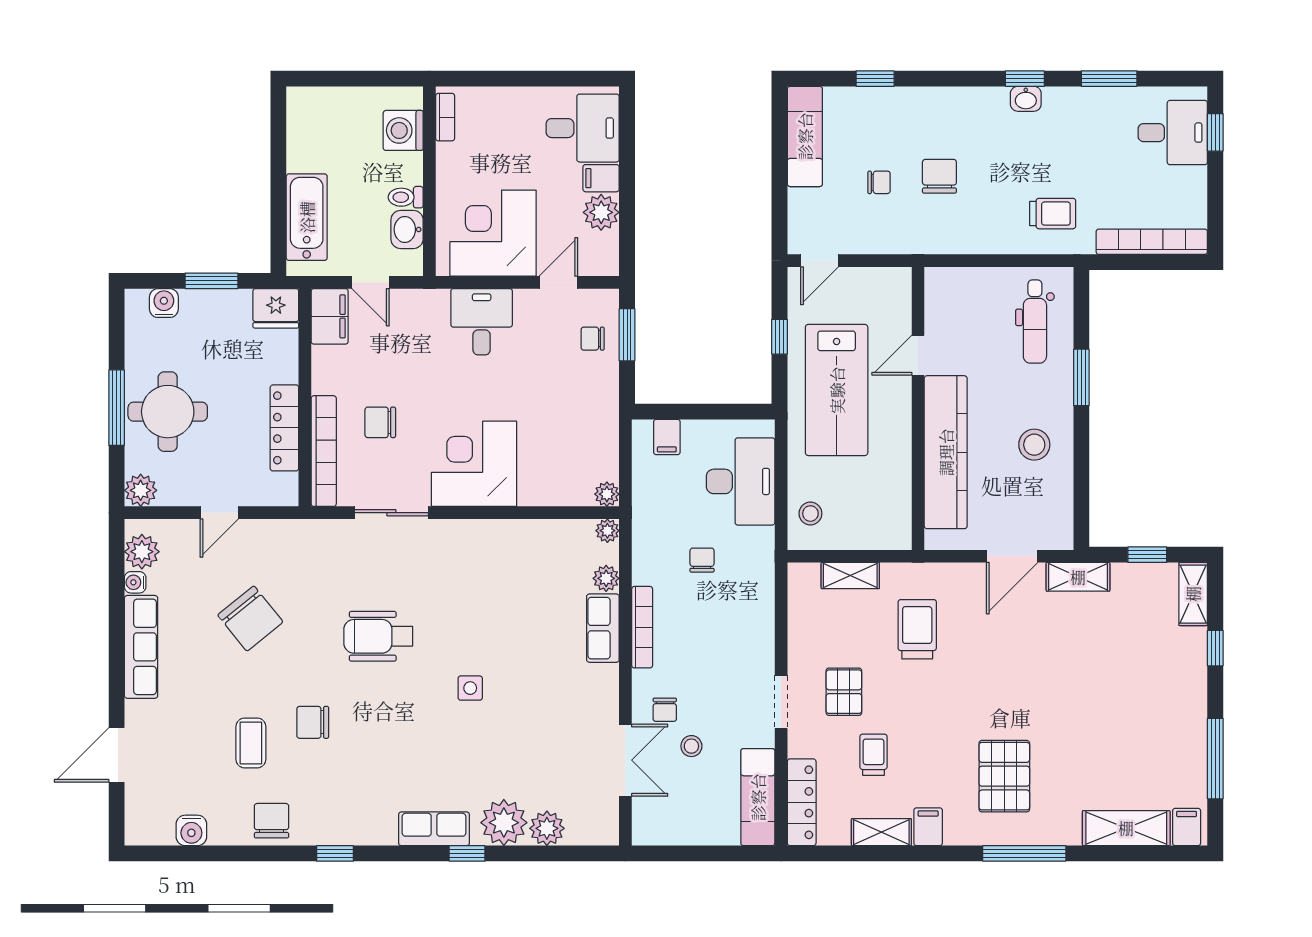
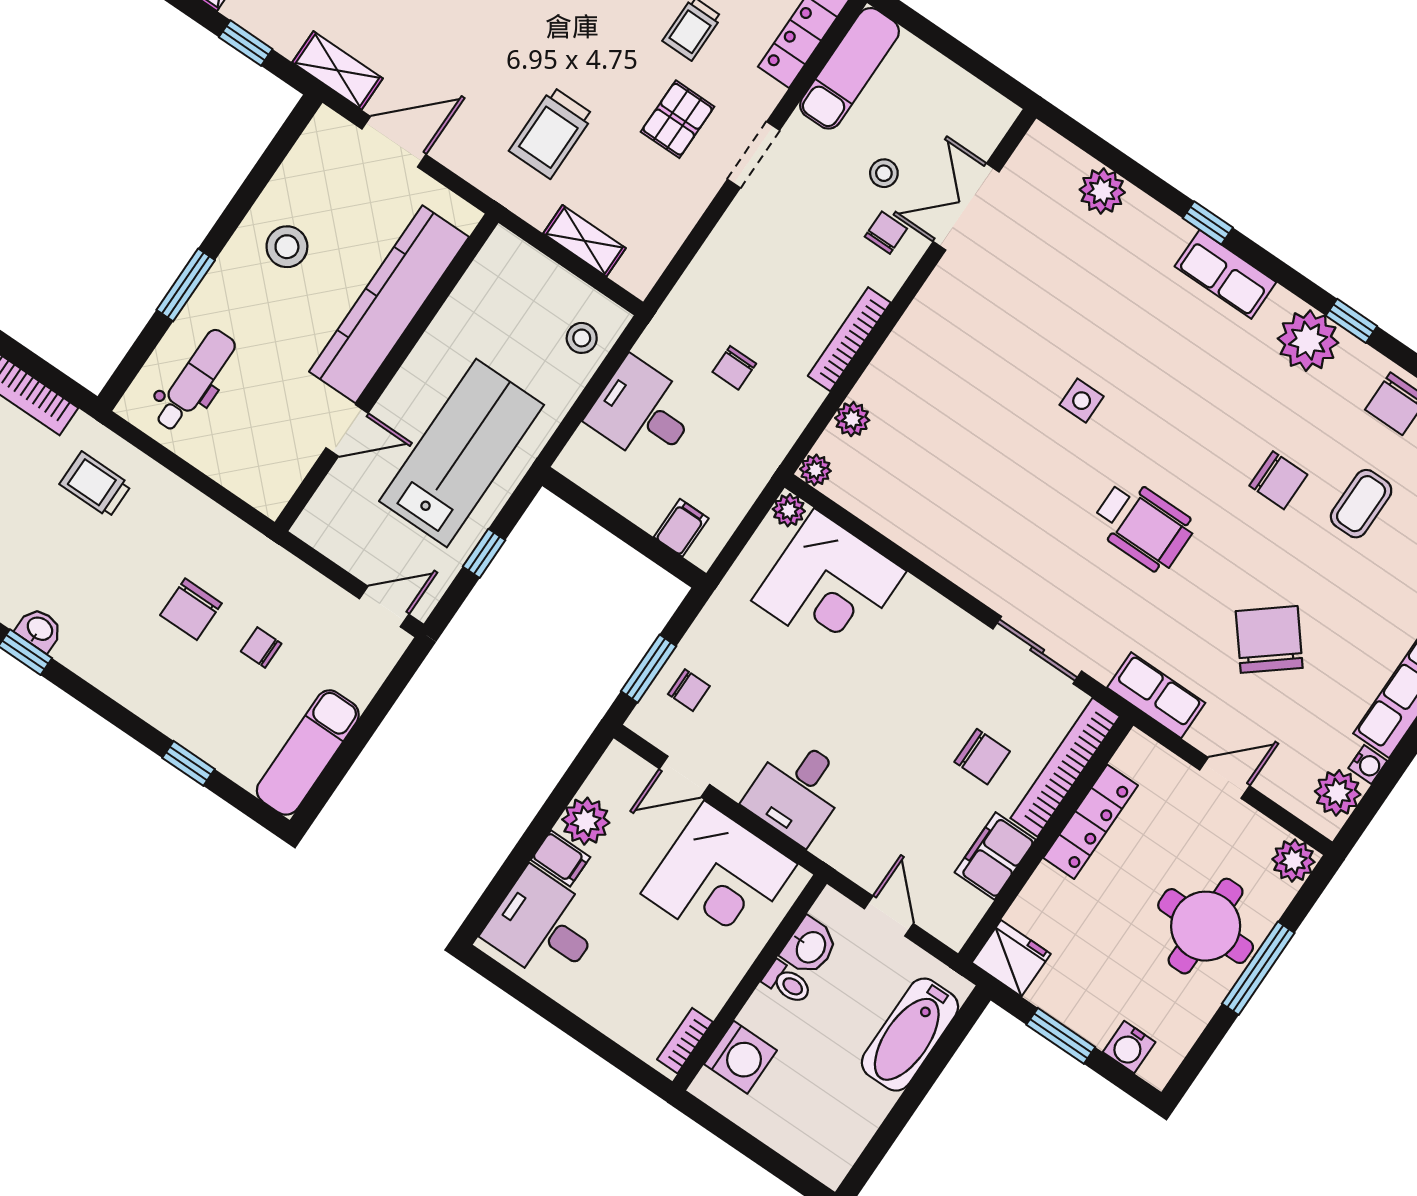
filing cabinet: (330, 316) -> (995, 856), moved
corner desk: (474, 464) -> (829, 586), moved
desk: (741, 481) -> (643, 412), width x0.73
row of seats: (603, 628) -> (1156, 695), moved, turned -90
plant: (504, 823) -> (1308, 341), moved

